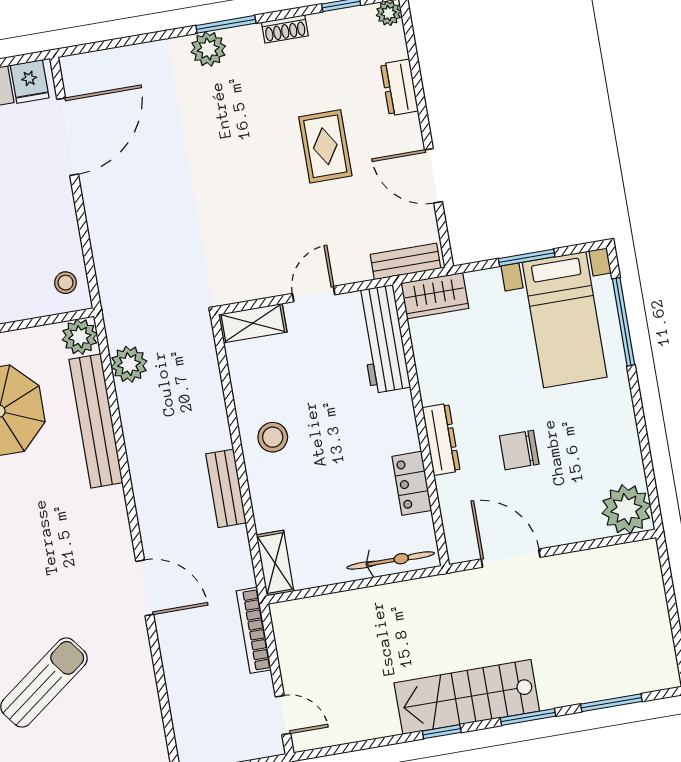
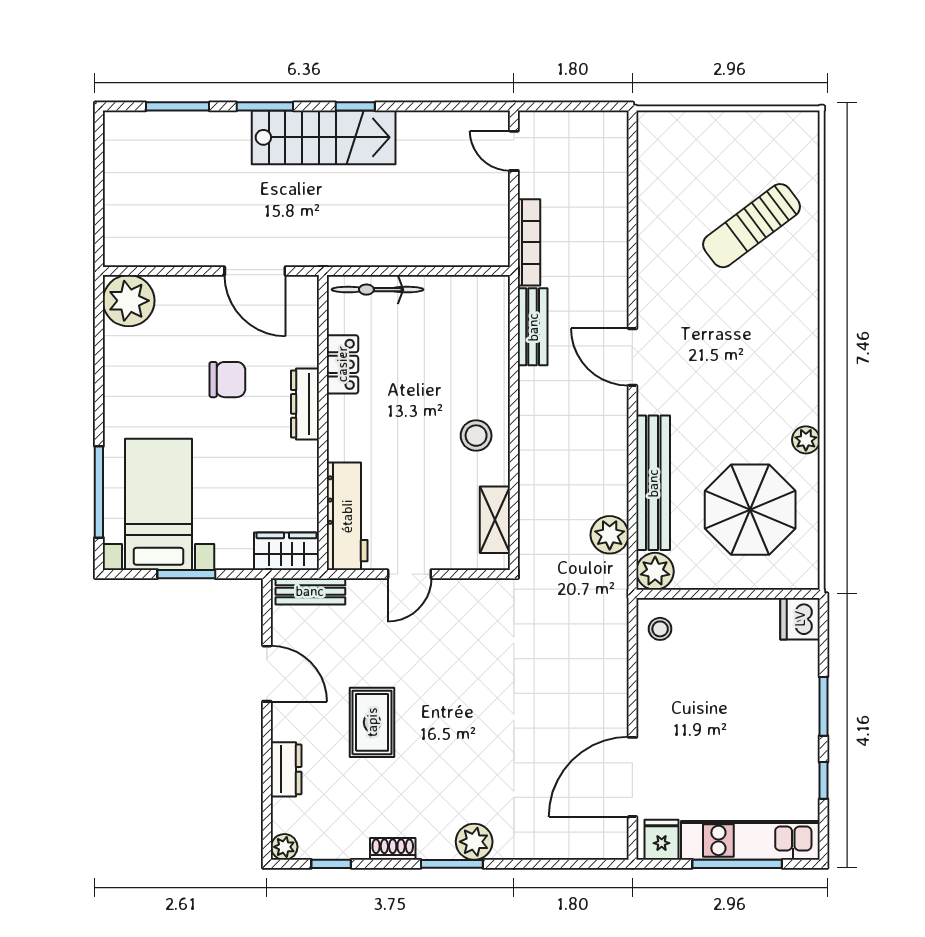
shelving: (253, 323) -> (495, 520), moved, turned 90
bench: (226, 488) -> (533, 327), moved
shelving: (275, 563) -> (496, 307), removed
door: (145, 588) -> (632, 357), moved

